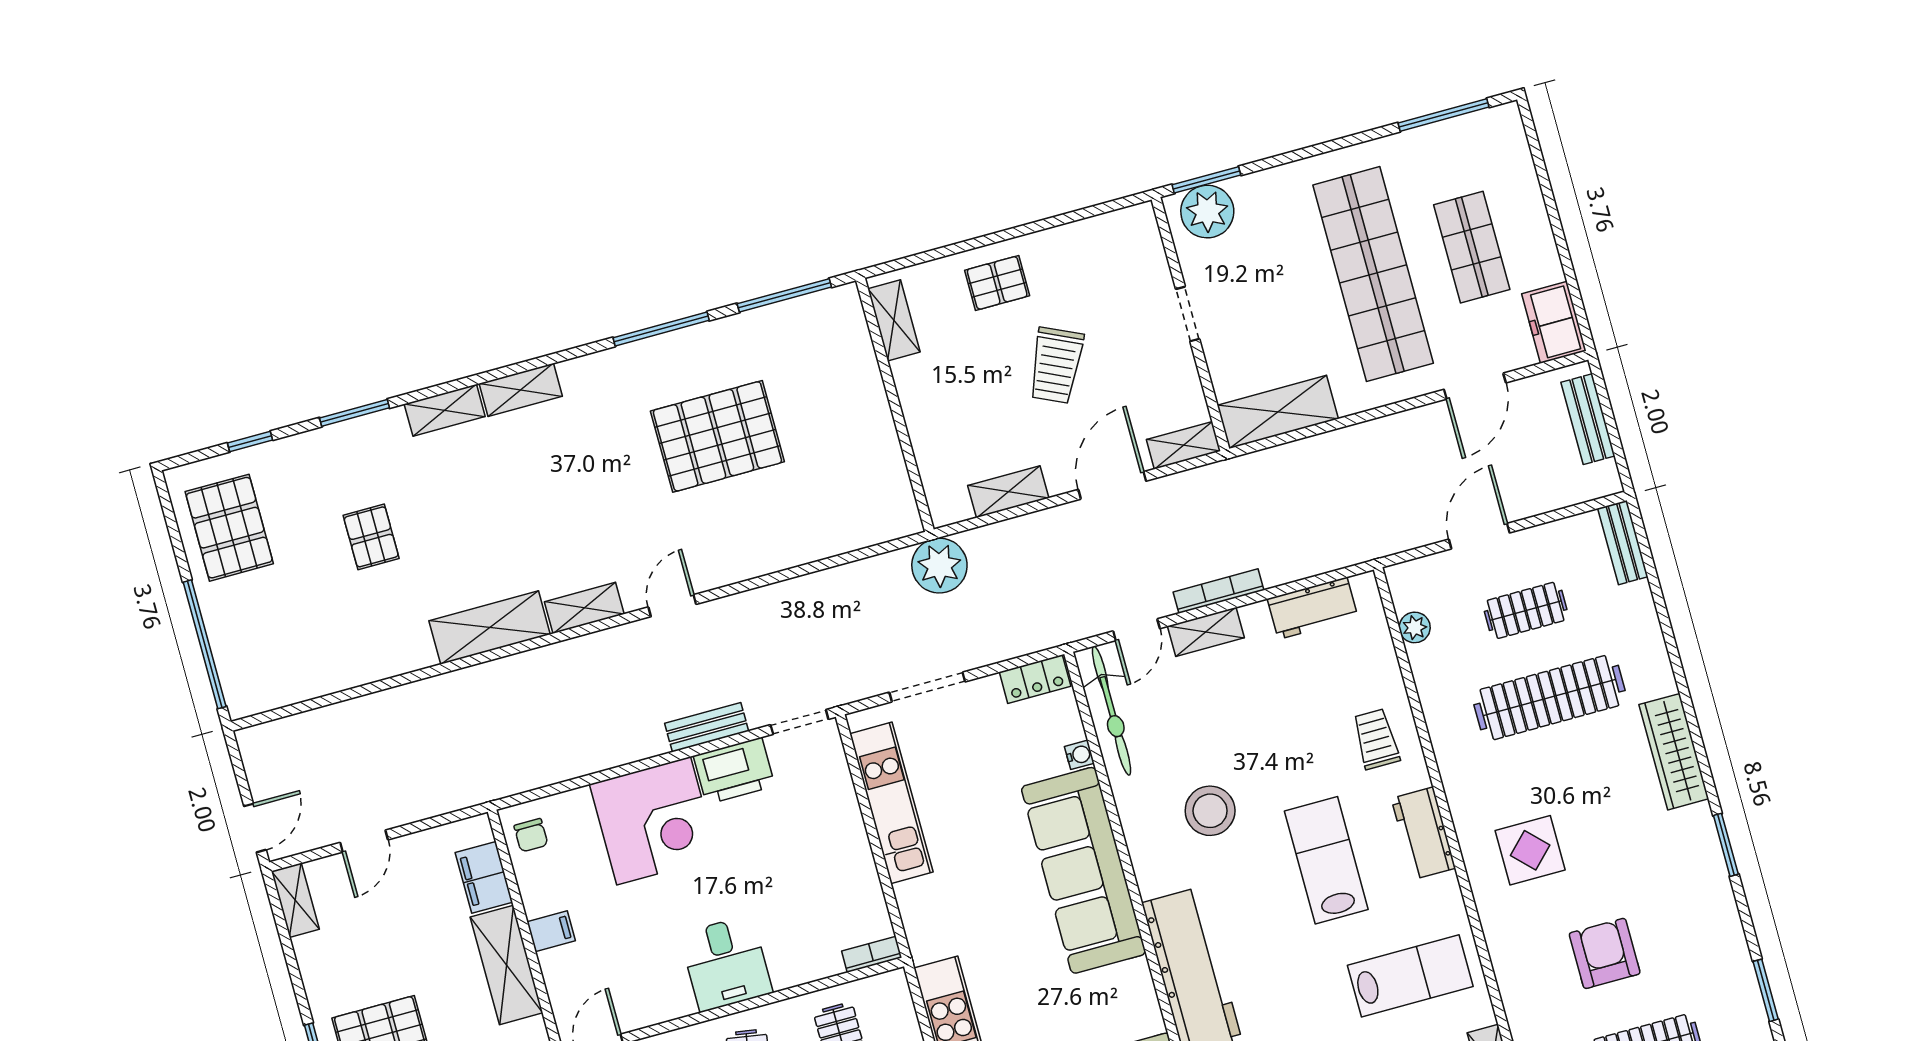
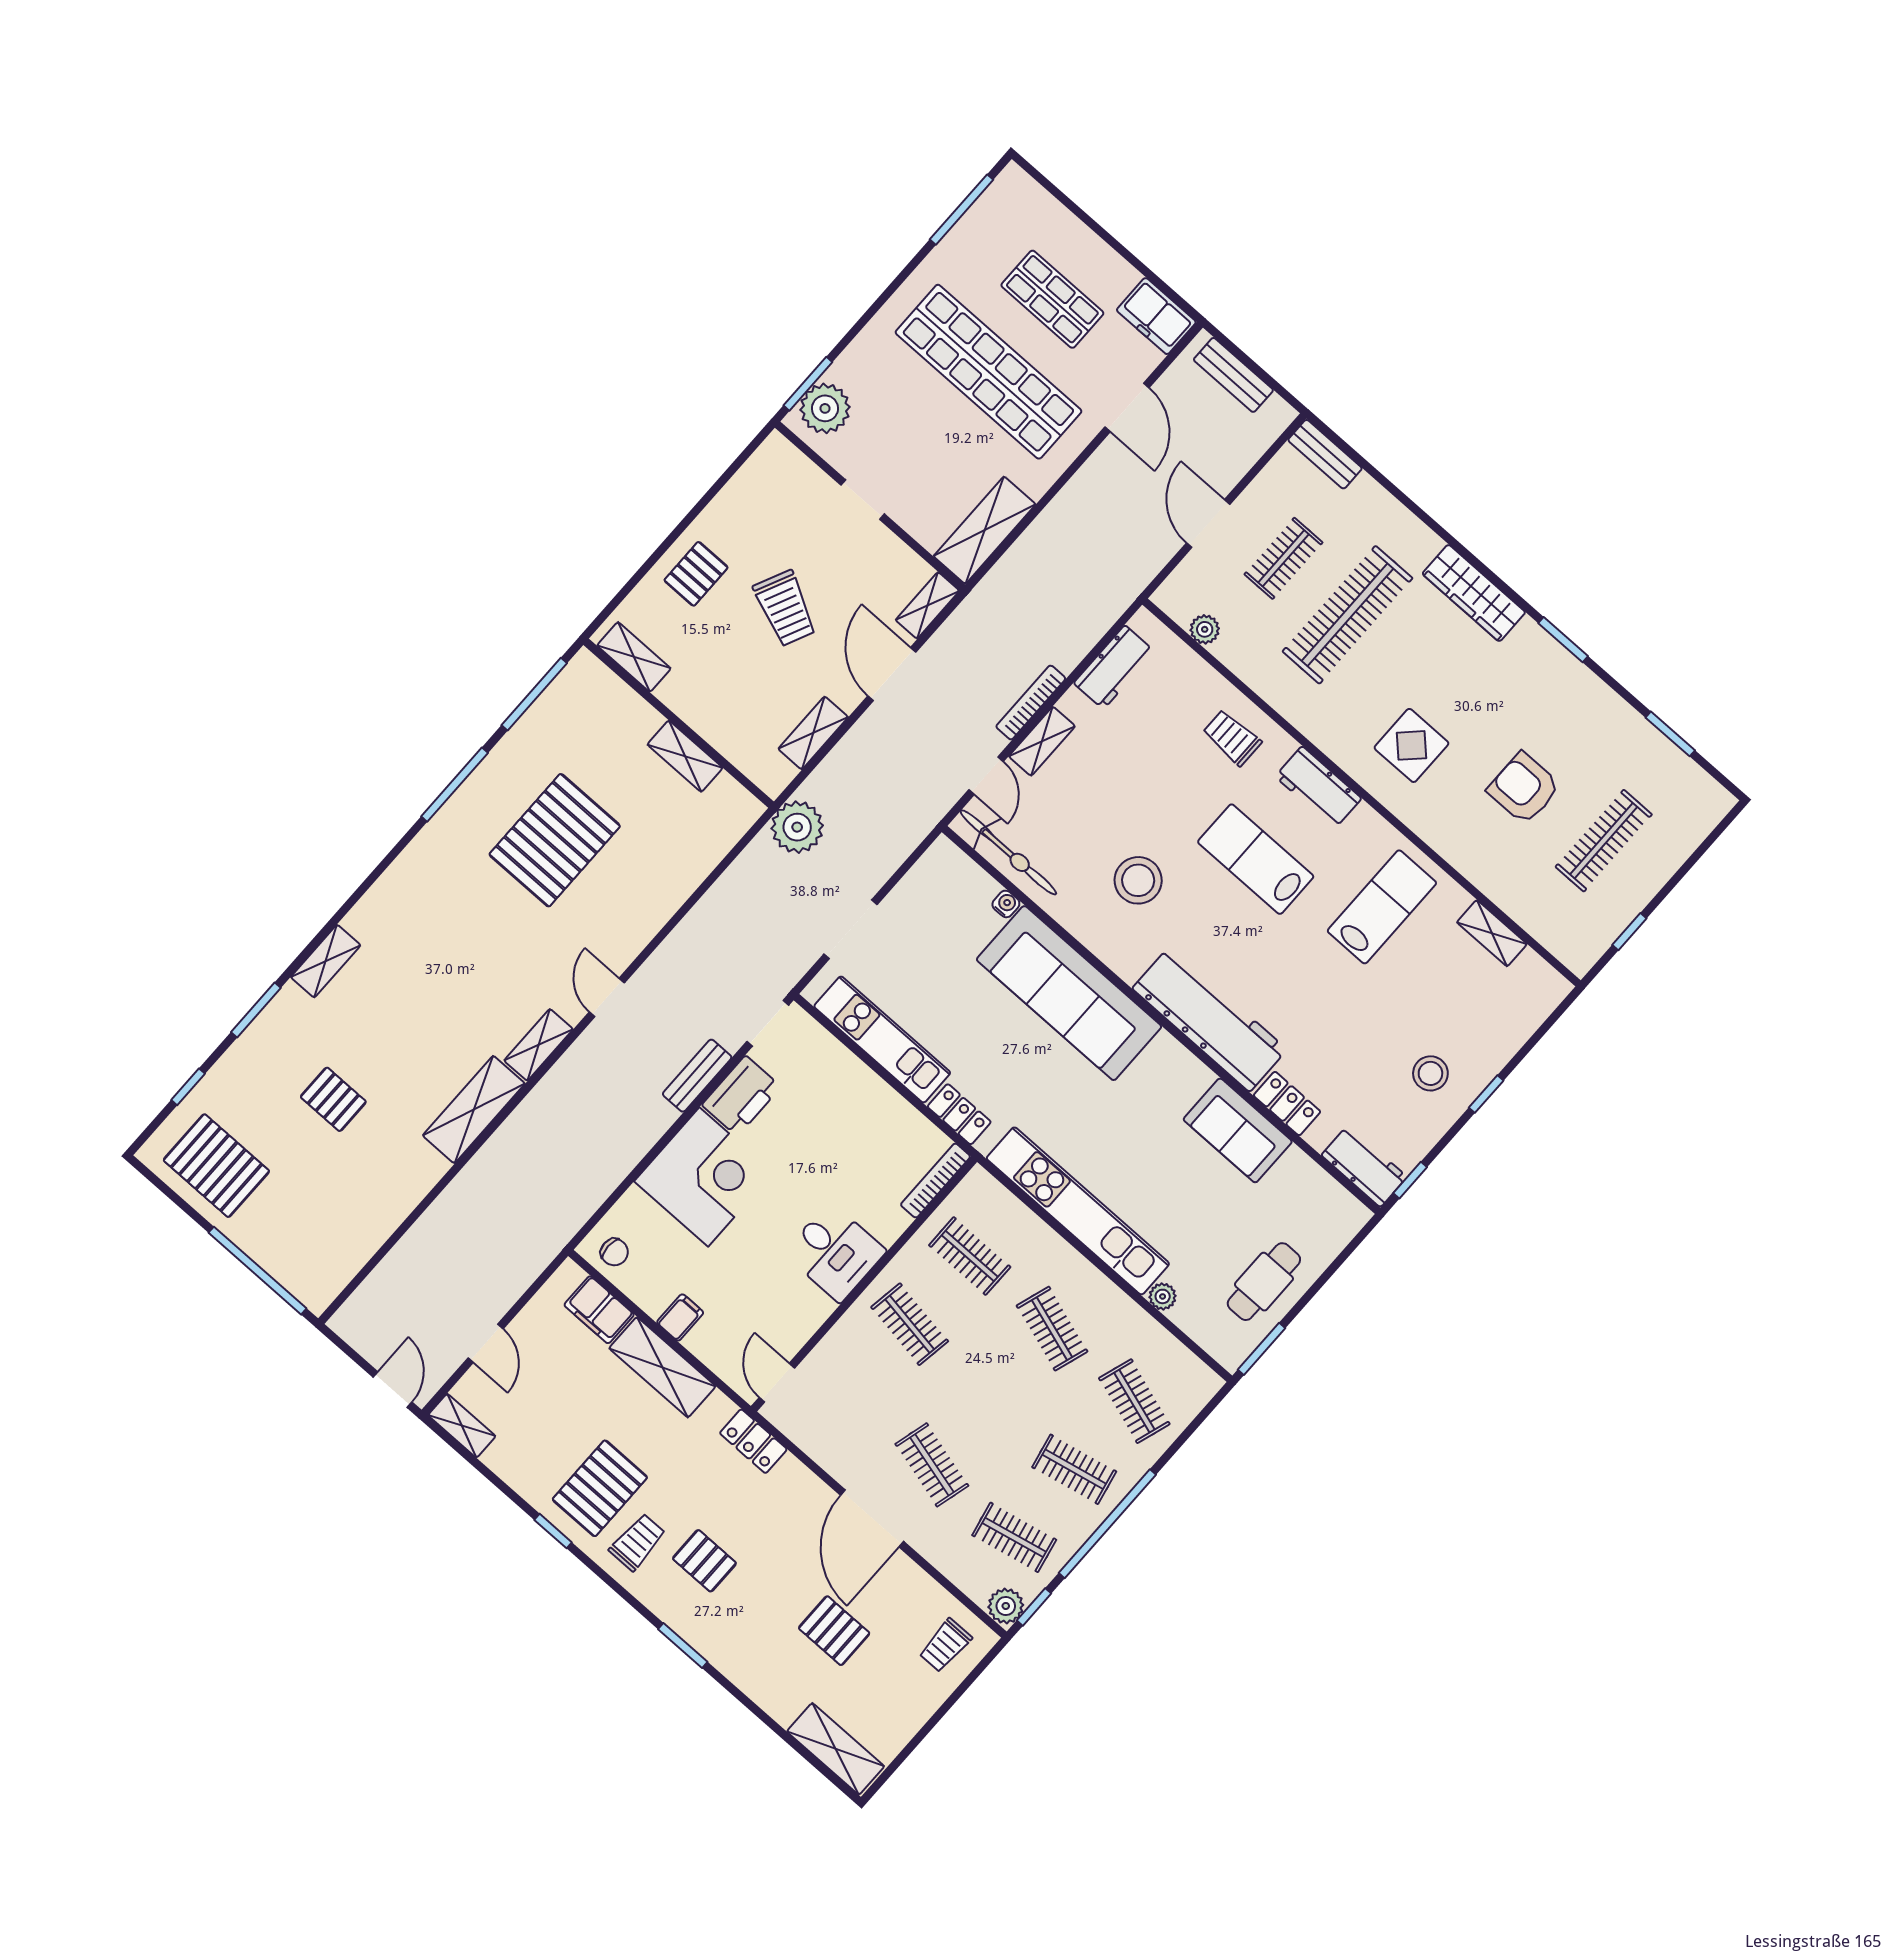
shelving: (521, 390) -> (685, 756), moved, turned 90
locker: (1035, 679) -> (959, 1114), moved, turned -90
bookcase: (872, 954) -> (935, 1181), width x1.56

